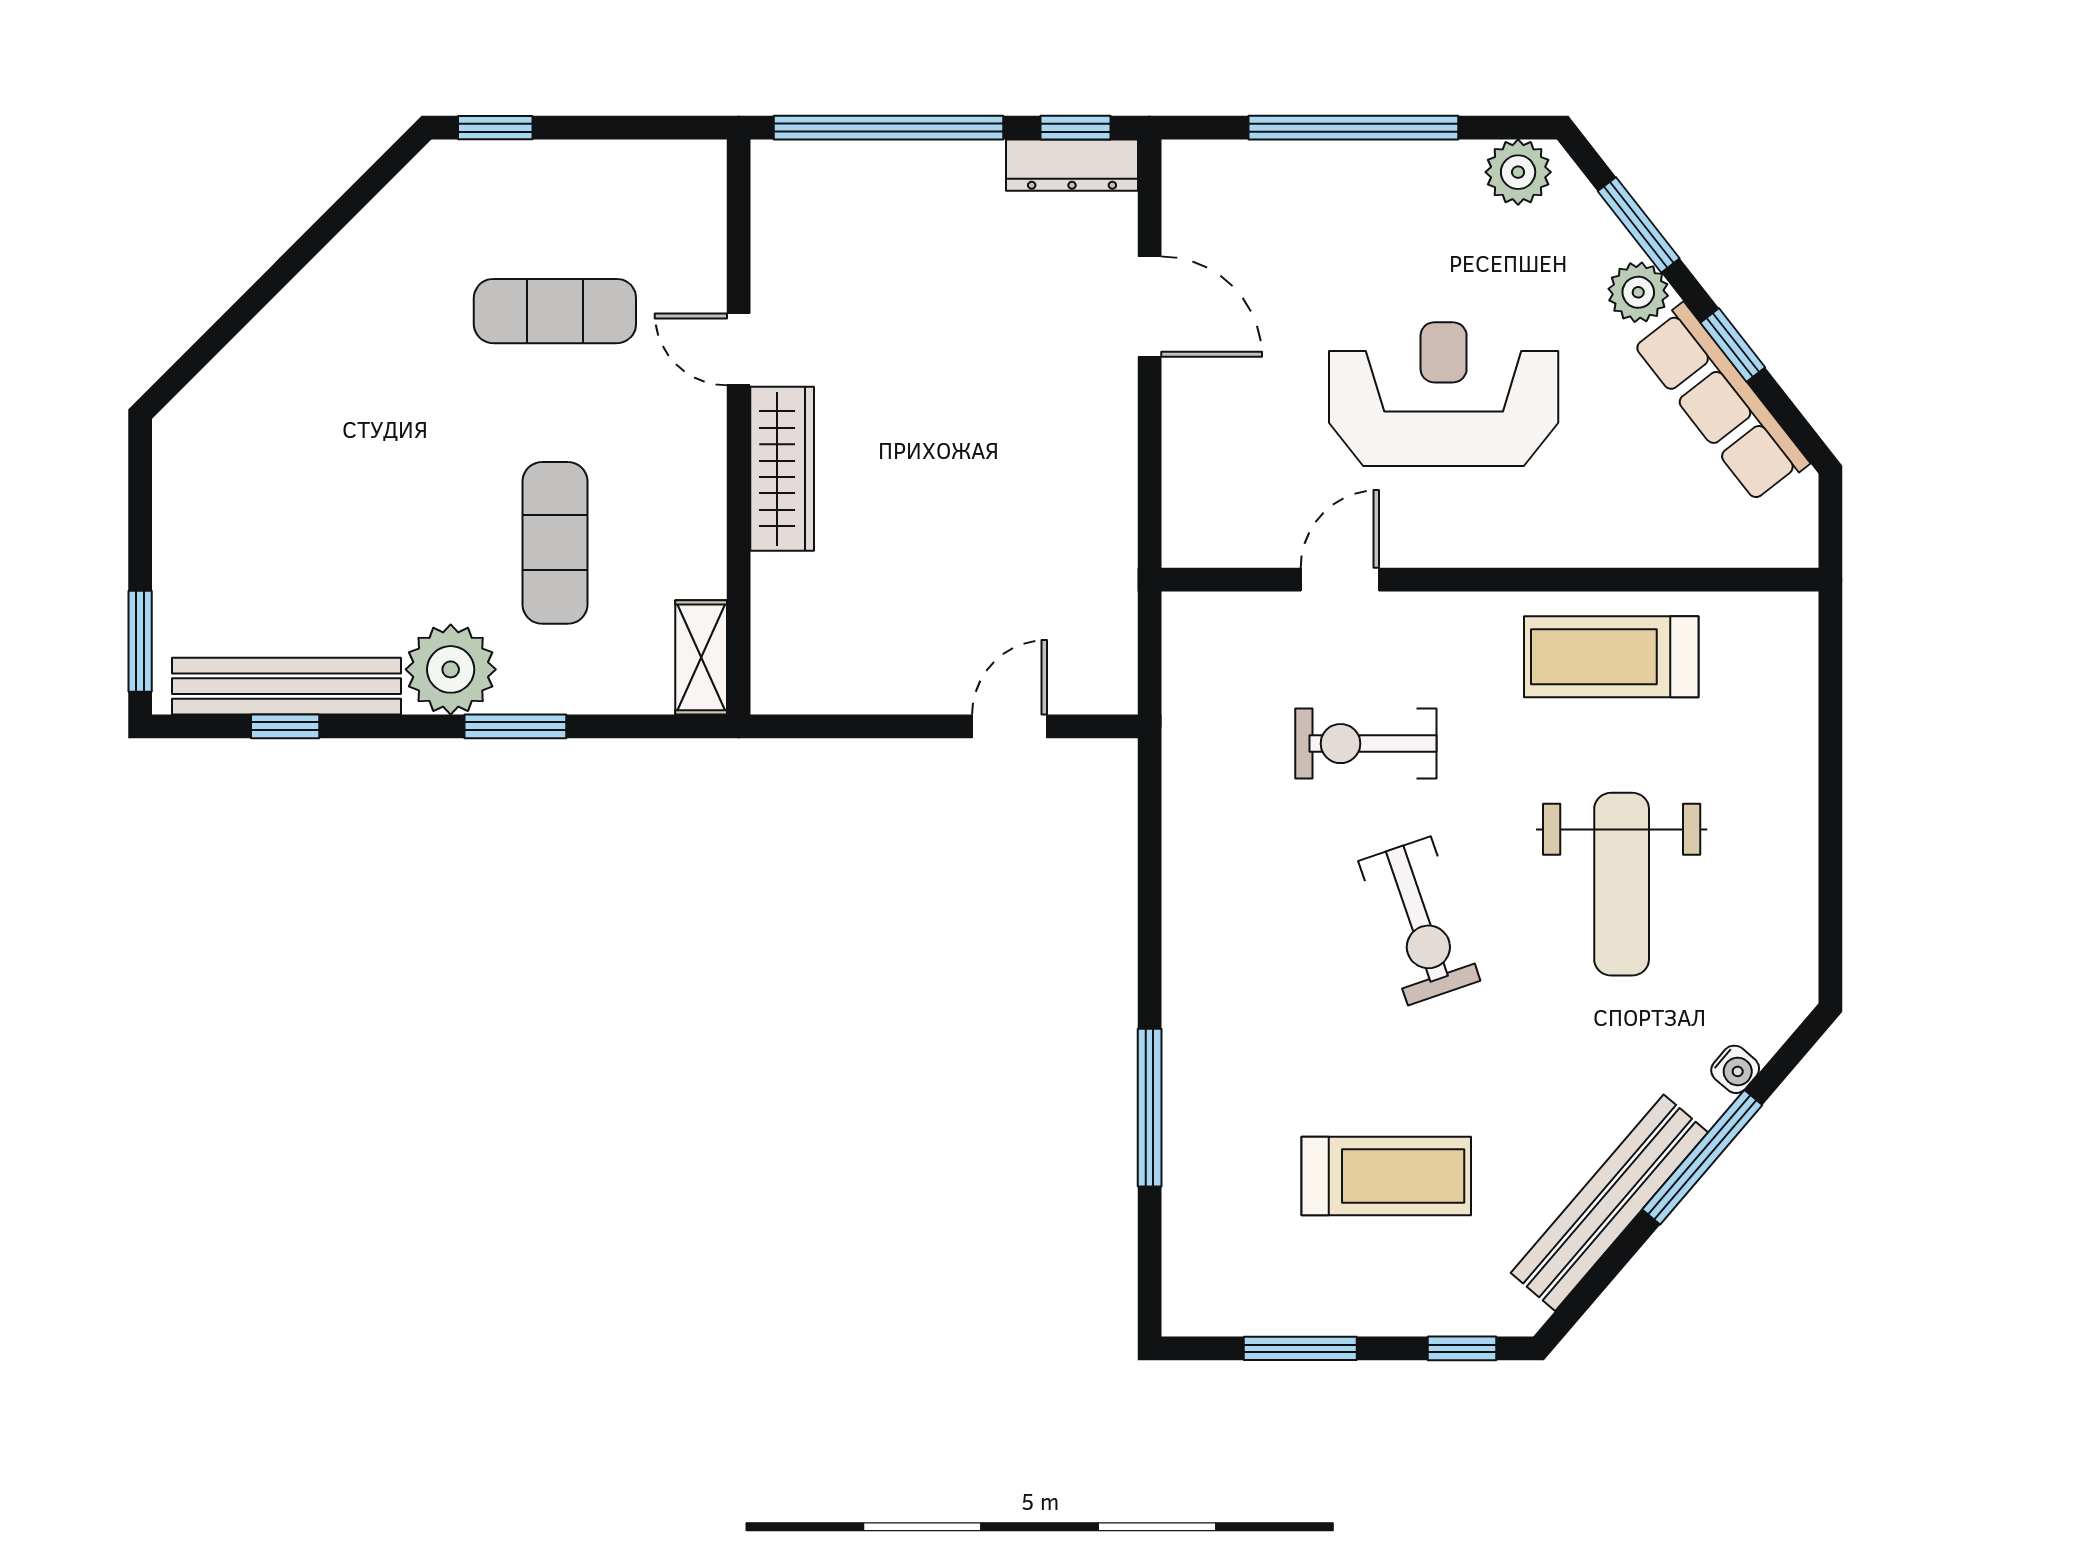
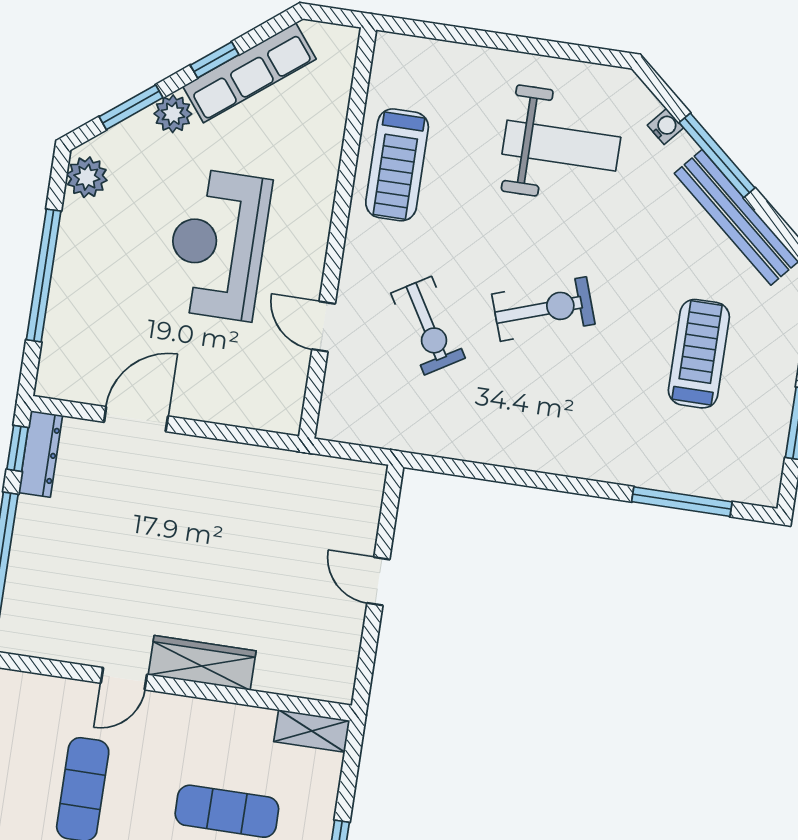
door: (1009, 726) -> (378, 581), moved
exercise bike: (1366, 744) -> (428, 326), turned -31
weight bench: (1622, 884) -> (561, 146), moved
window: (1150, 1108) -> (682, 502), moved

